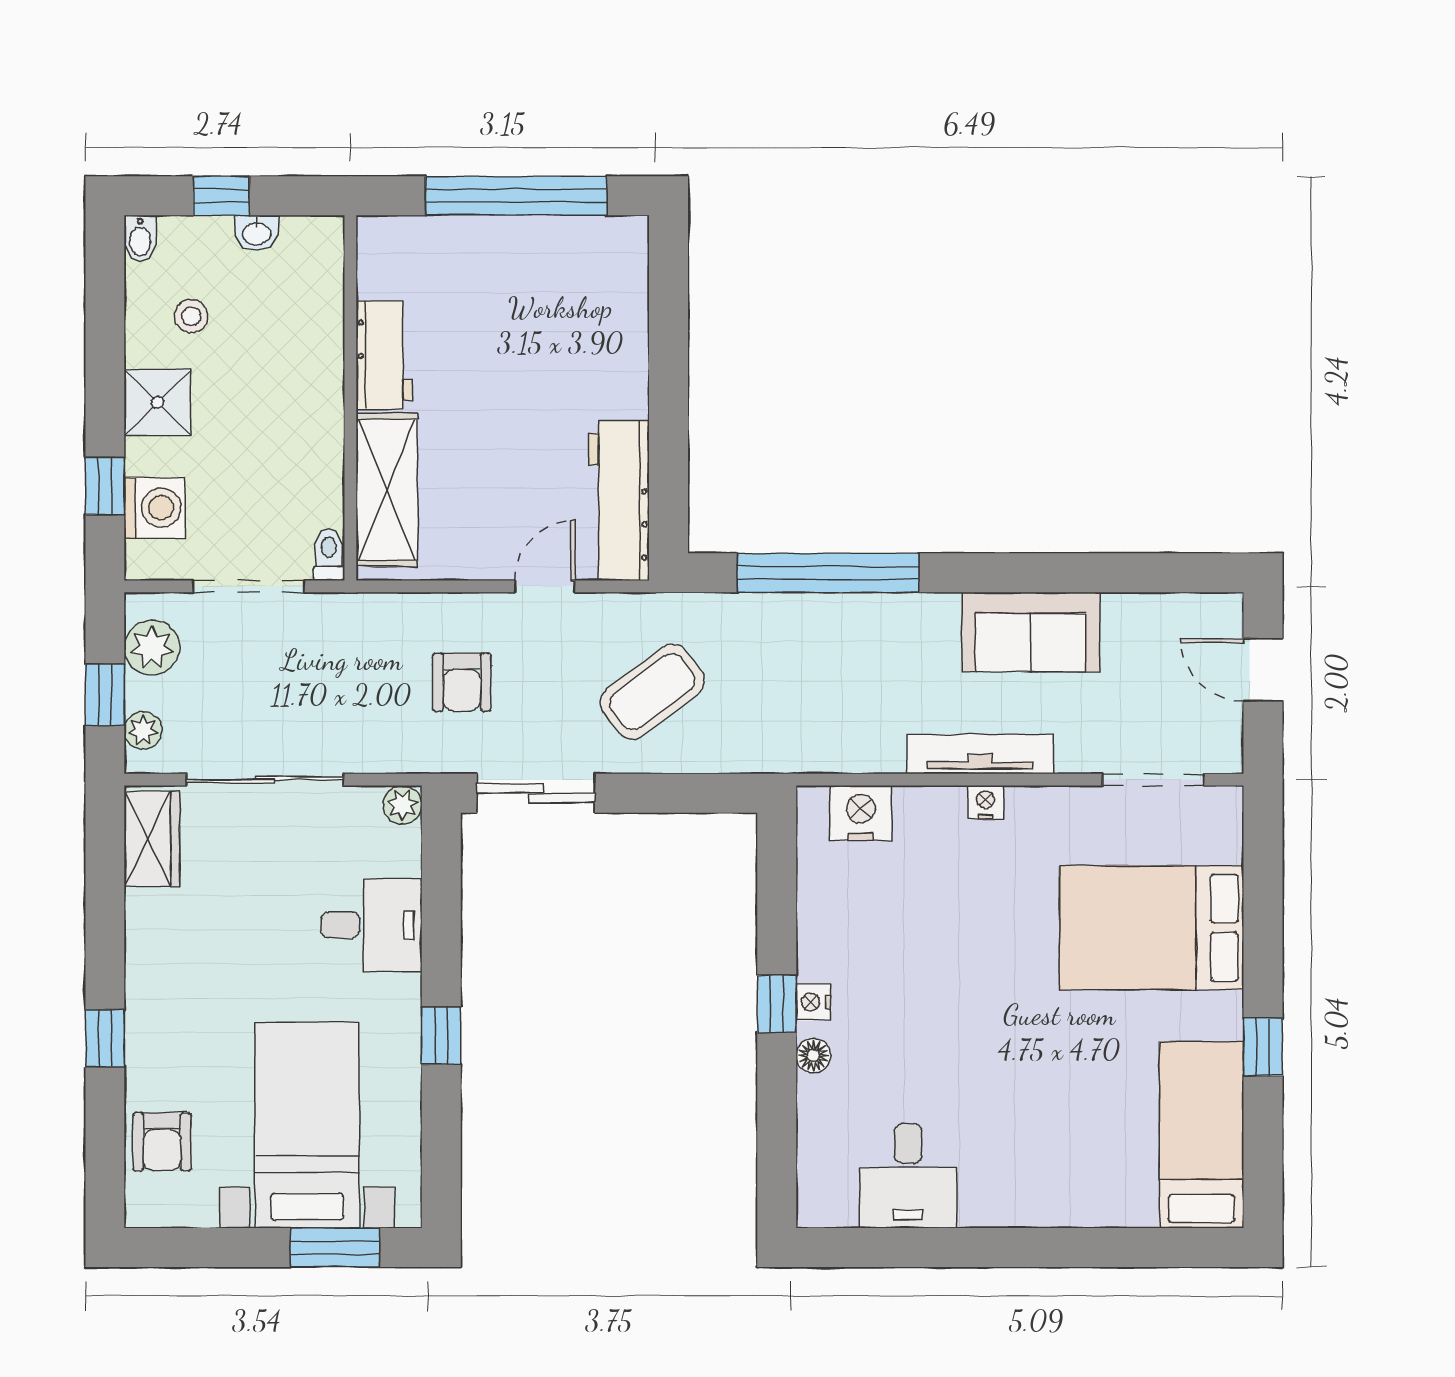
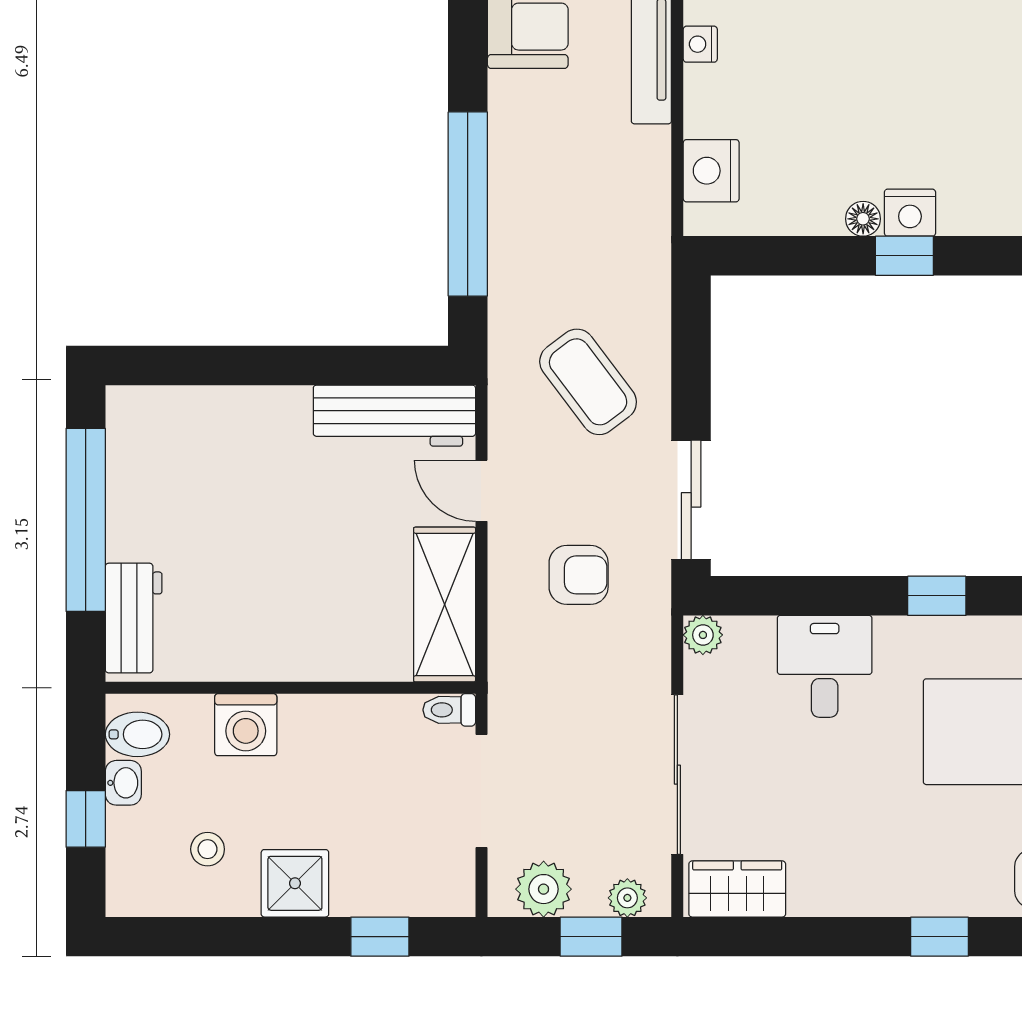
bidet: (140, 238) -> (137, 734), moved, width x1.38, depth x1.36
workbench: (384, 355) -> (134, 618), moved, turned 90
shelving: (387, 490) -> (445, 605), moved, turned 90
washing machine: (155, 508) -> (246, 725), moved, turned 180
nightstand: (813, 1002) -> (910, 213), width x1.39, depth x1.35
floor lamp: (813, 1056) -> (863, 219), moved

